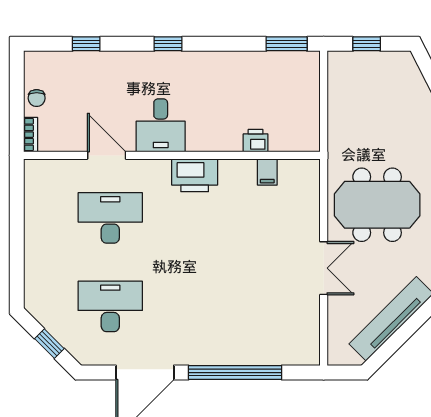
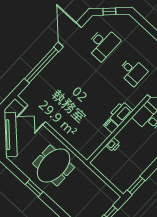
filing cabinet: (267, 172) -> (111, 126), moved
desk: (110, 218) -> (133, 71), width x0.73
double door: (324, 268) -> (35, 115), moved

